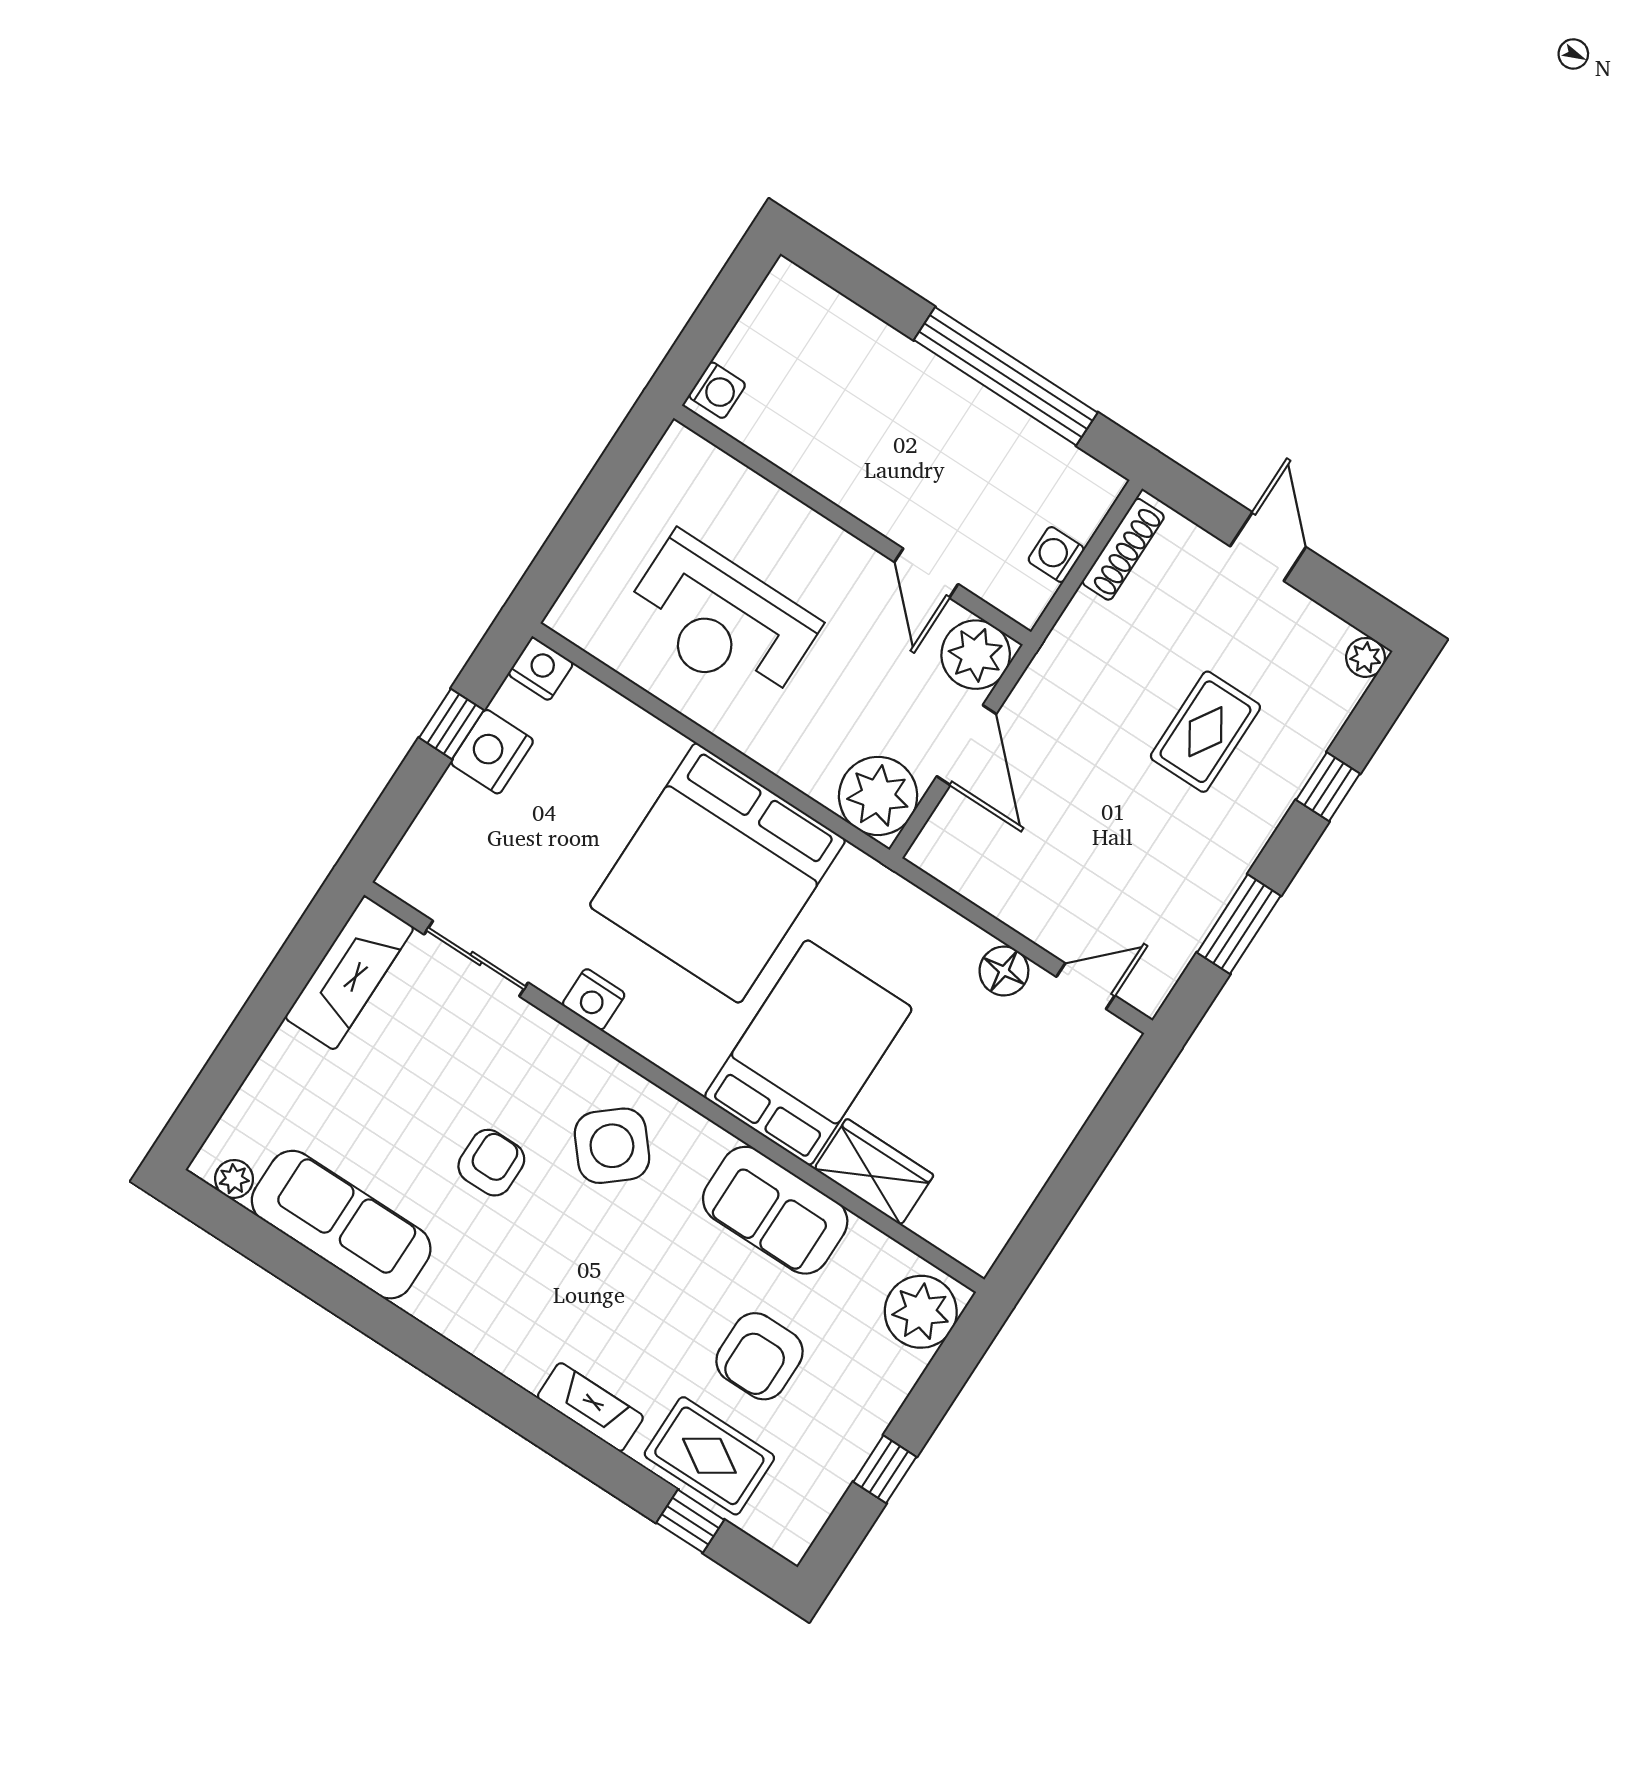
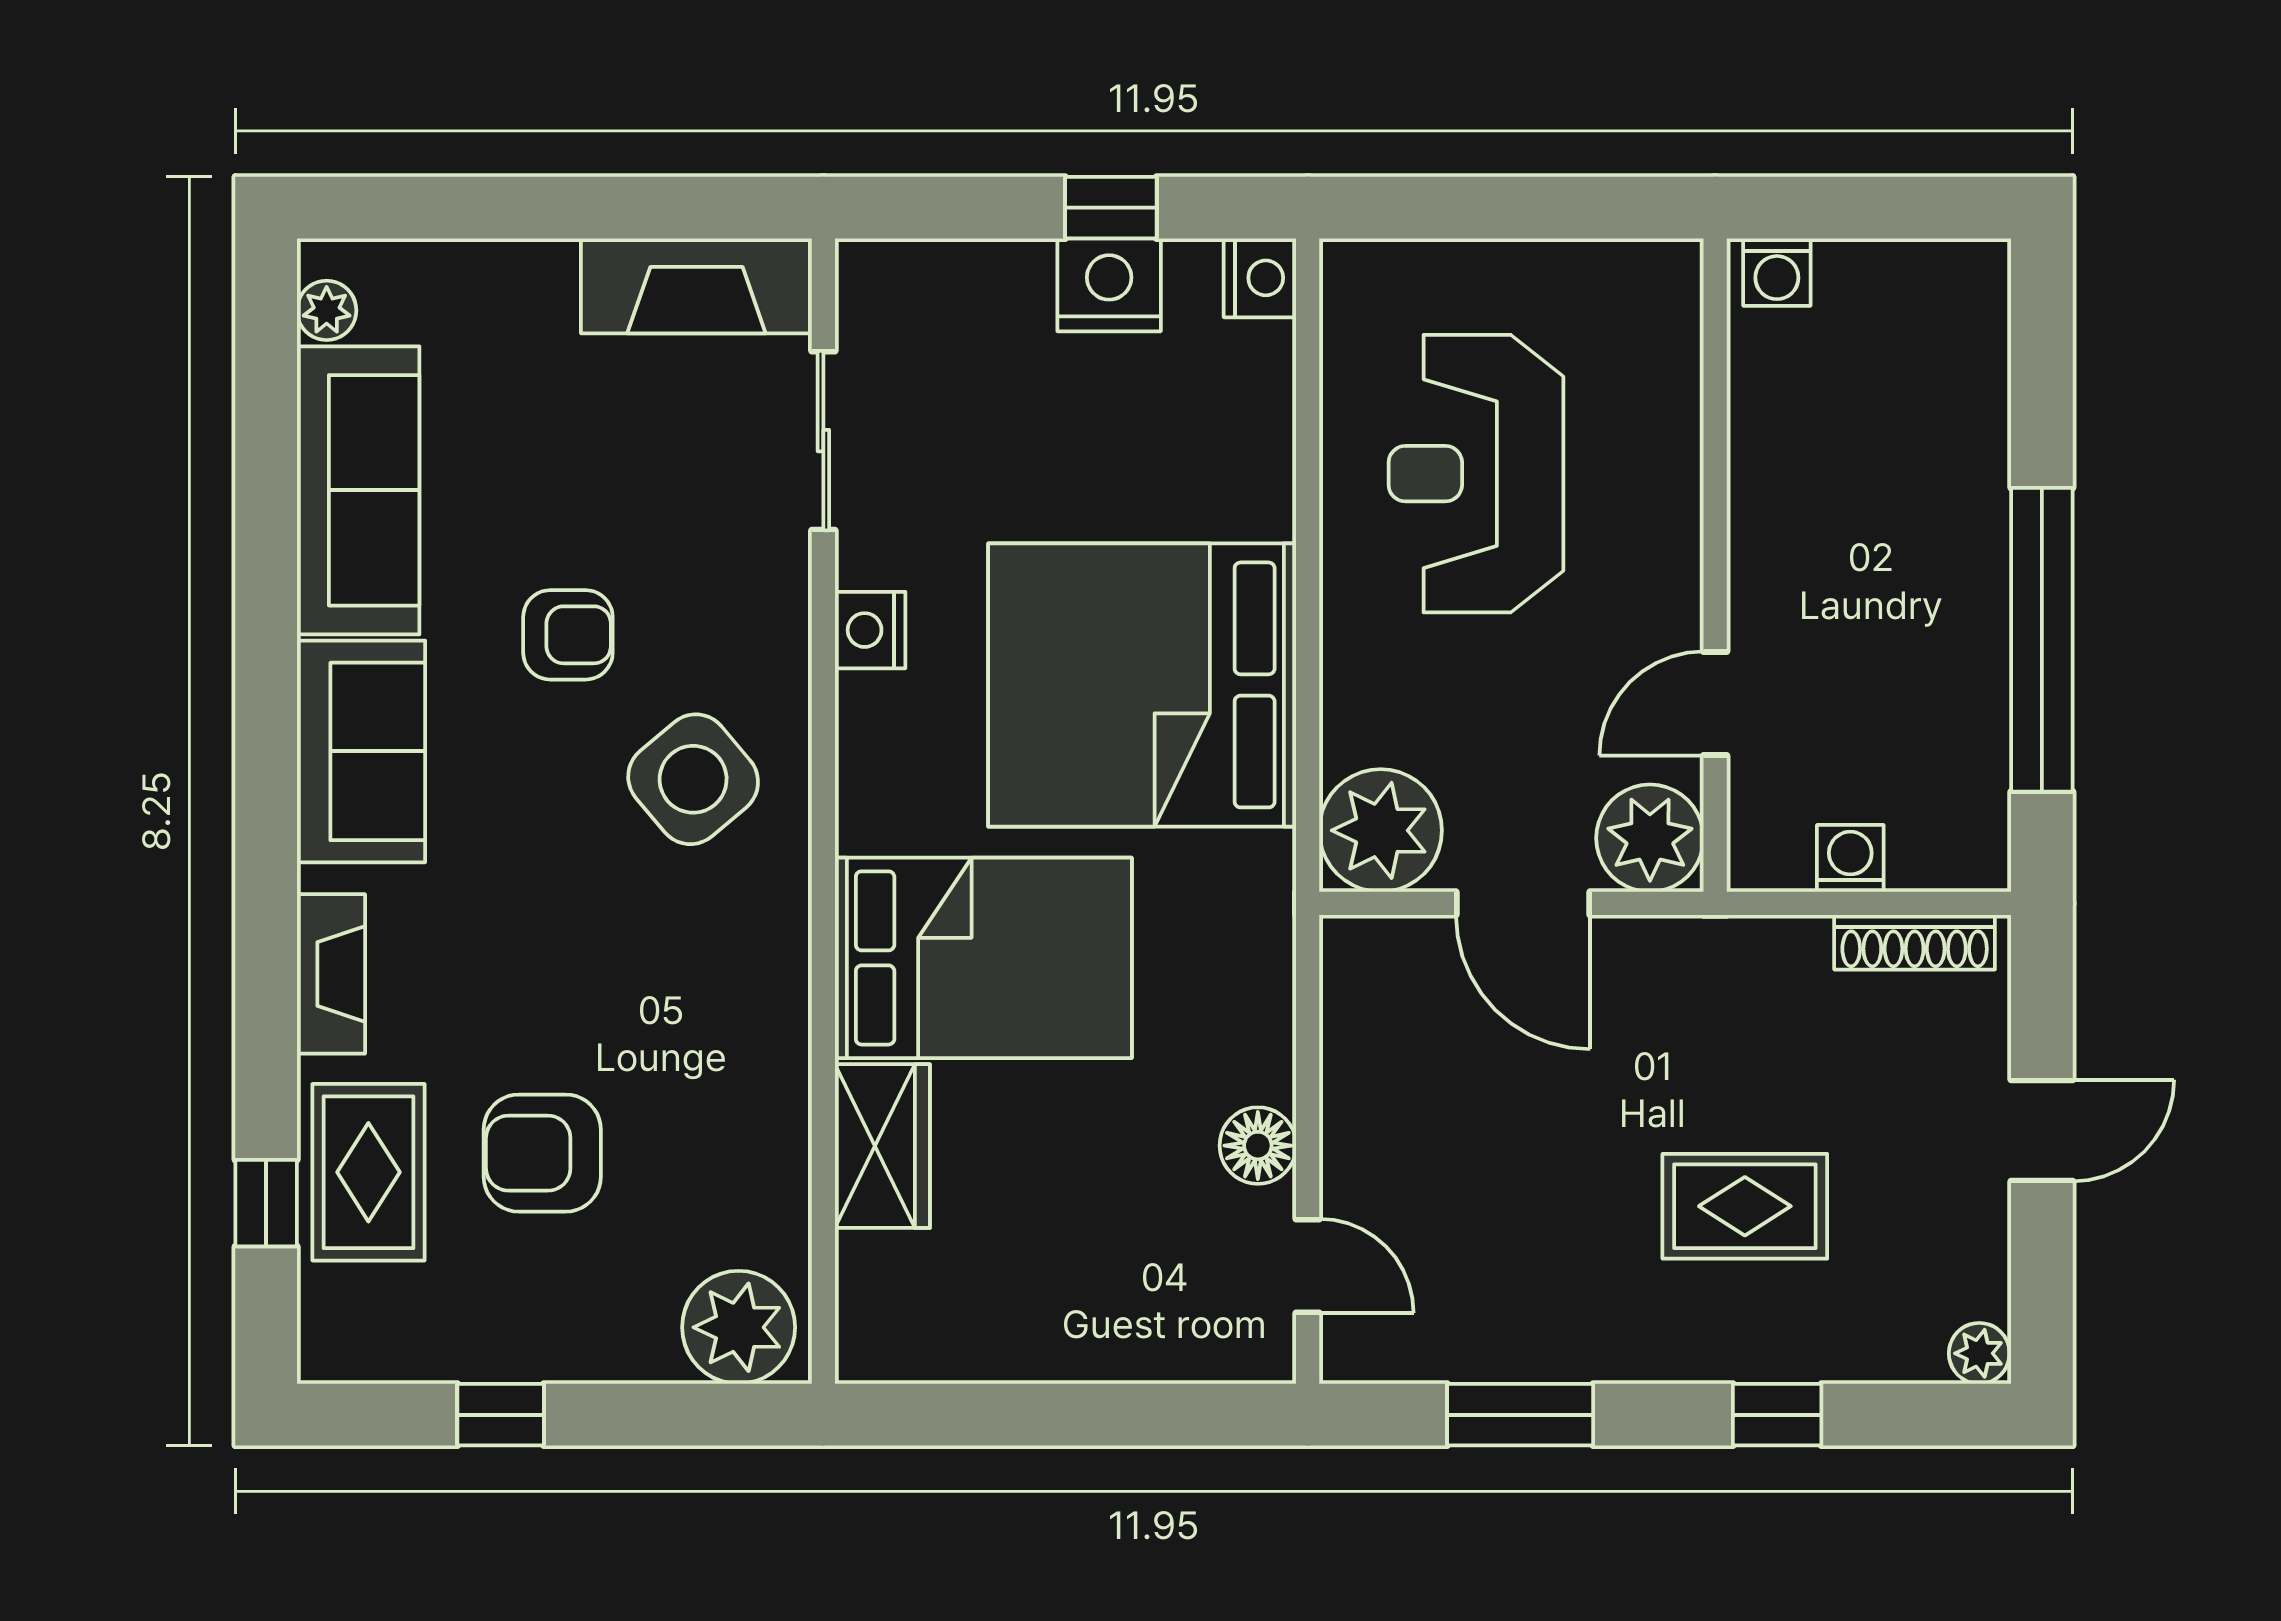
door: (966, 745) -> (1523, 903), hinge flipped
sofa: (775, 1210) -> (361, 751), moved, turned 180

